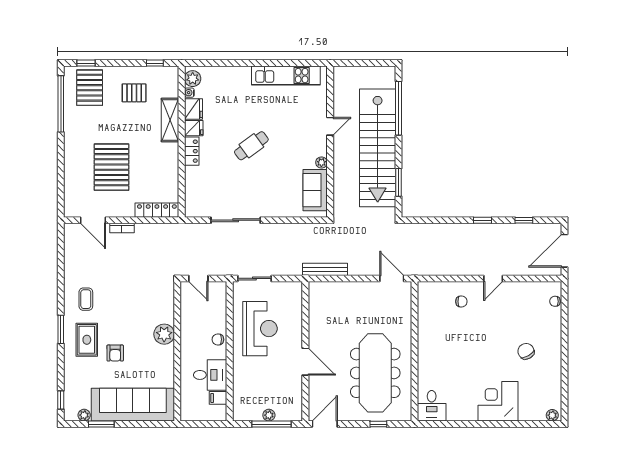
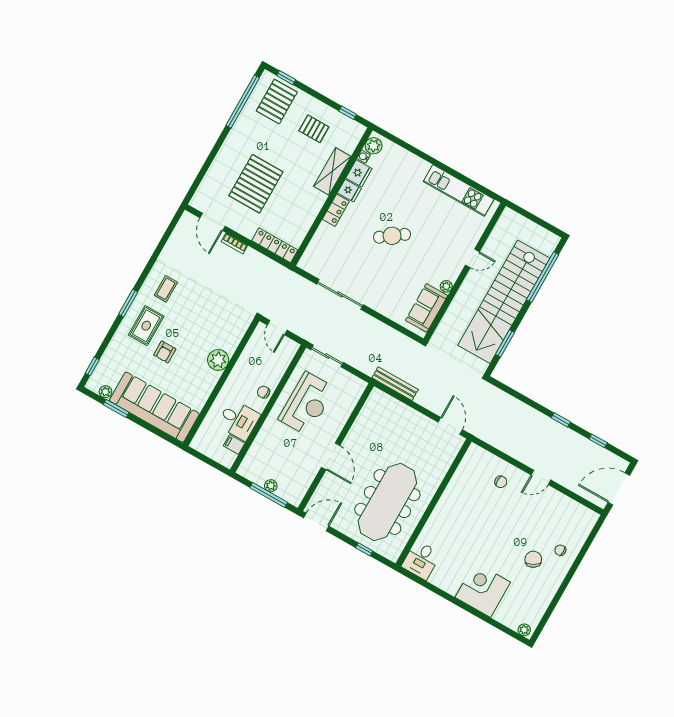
chair: (555, 301) -> (560, 550), moved

